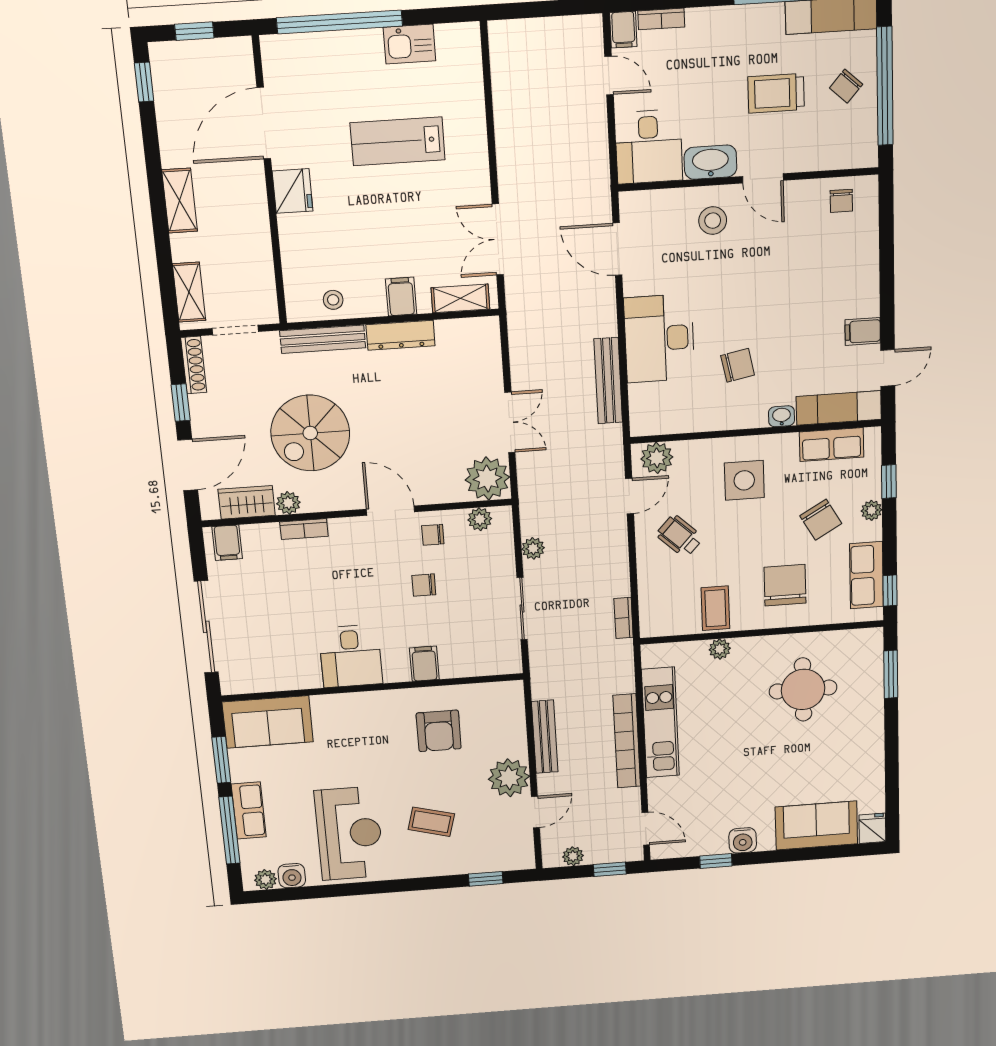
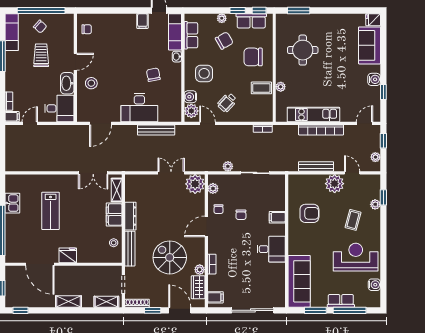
trolley: (776, 93) -> (41, 55), turned 180
filing cabinet: (401, 297) -> (114, 215), width x2.00
spiral stairs: (310, 433) -> (170, 257), turned 180
water cooler: (689, 453) -> (190, 97), added
window: (889, 481) -> (238, 11), moved
sofa: (268, 722) -> (299, 281), width x1.36
plant: (265, 880) -> (375, 204), moved

